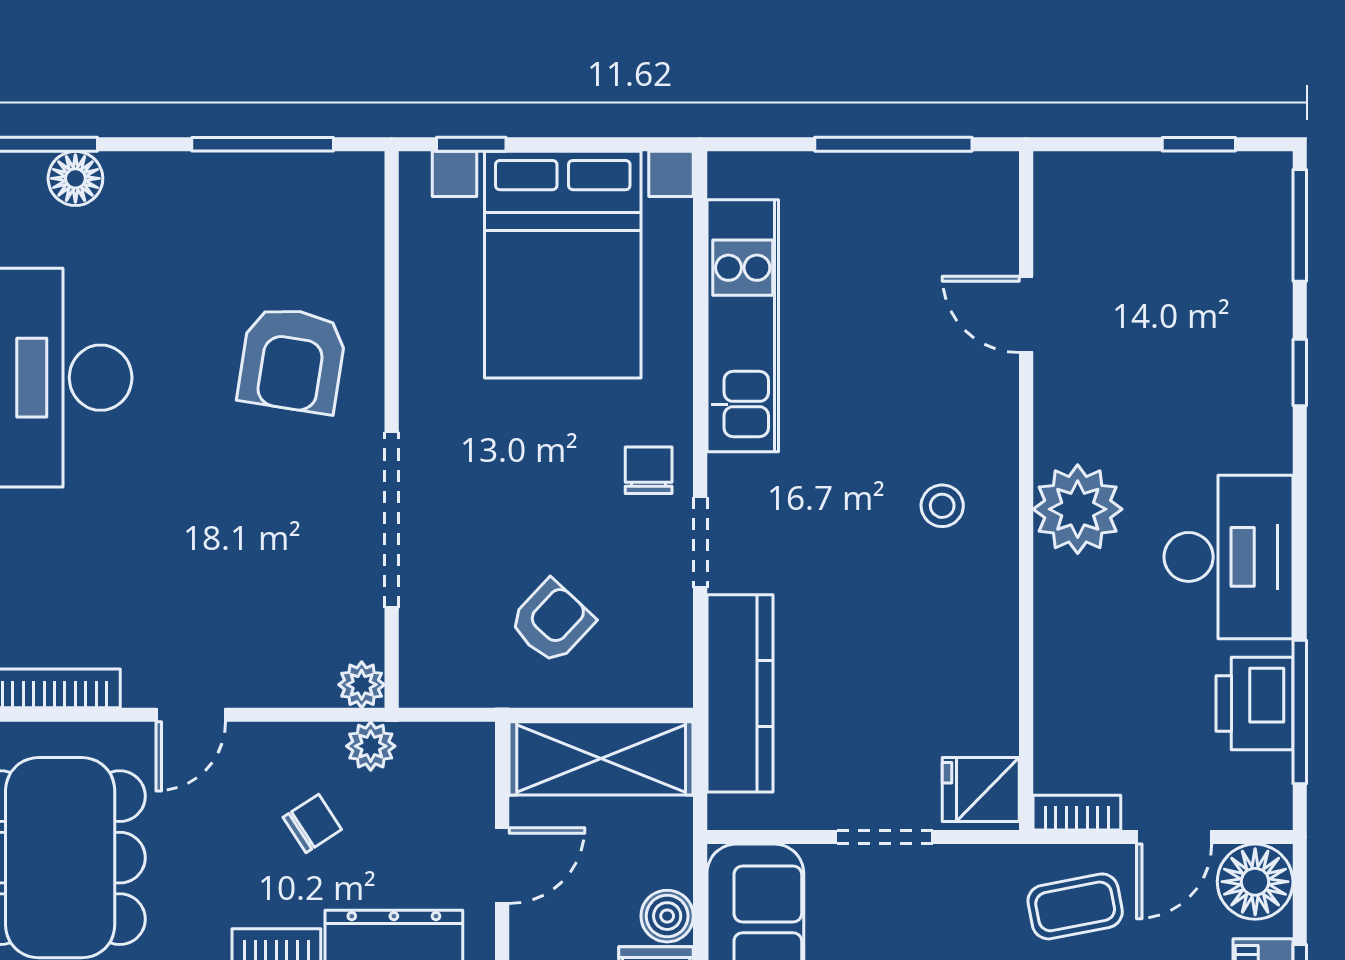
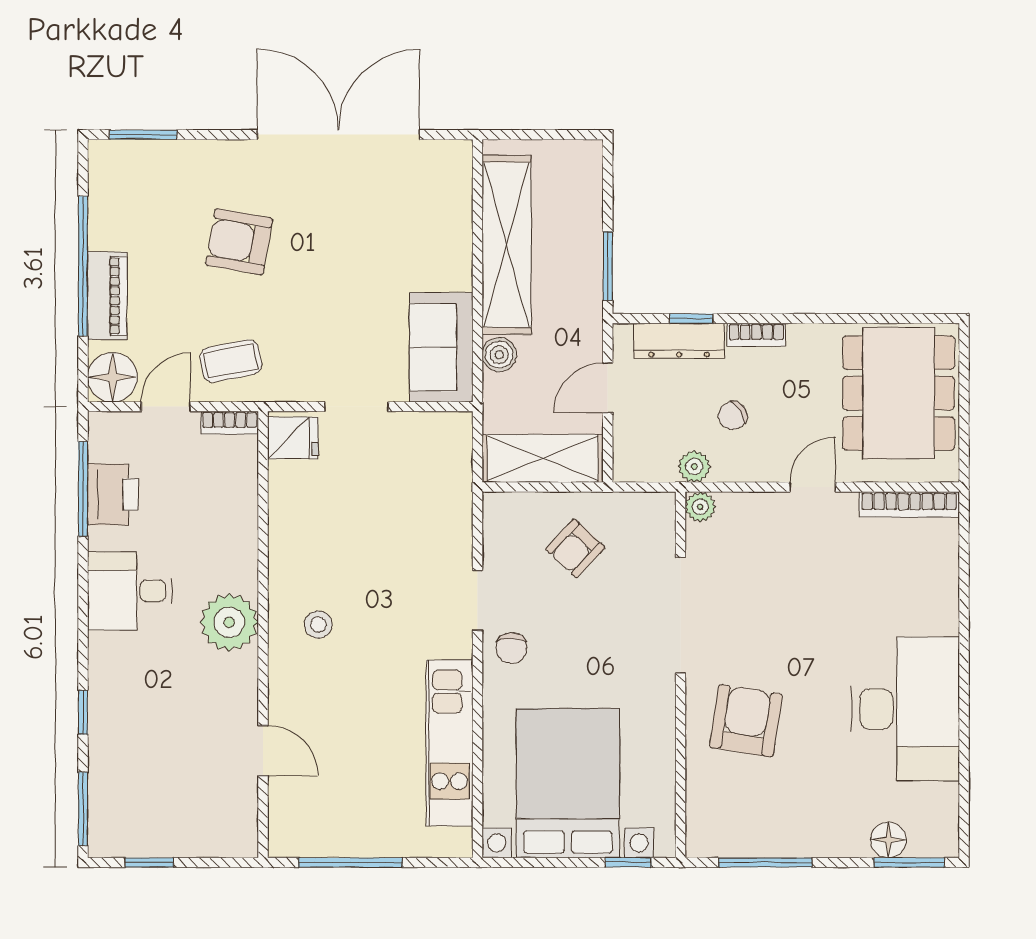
desk: (1228, 557) -> (130, 591), width x0.73
kitchen counter: (740, 693) -> (451, 501), removed

